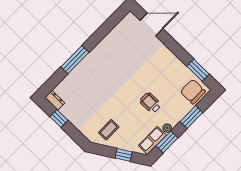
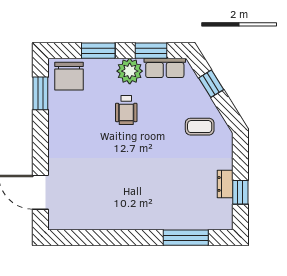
window: (75, 60) -> (186, 238), moved
dresser: (55, 100) -> (225, 184), moved
plant: (167, 128) -> (130, 71), width x1.87, depth x1.87

